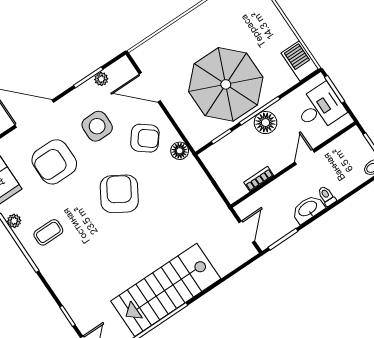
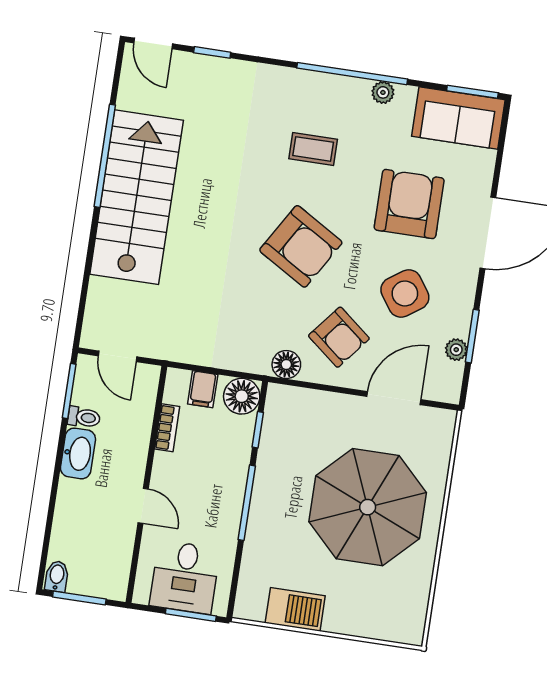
barbecue: (300, 61) -> (295, 609), moved
parasol: (226, 84) -> (368, 507), moved
floor lamp: (266, 123) -> (242, 396), moved
side table: (97, 126) -> (405, 293), turned -35
armchair: (145, 138) -> (339, 337), turned -90
filing cabinet: (226, 179) -> (203, 389), added
toilet: (327, 196) -> (84, 417), moved
coffee table: (48, 232) -> (313, 149), moved, turned 90

